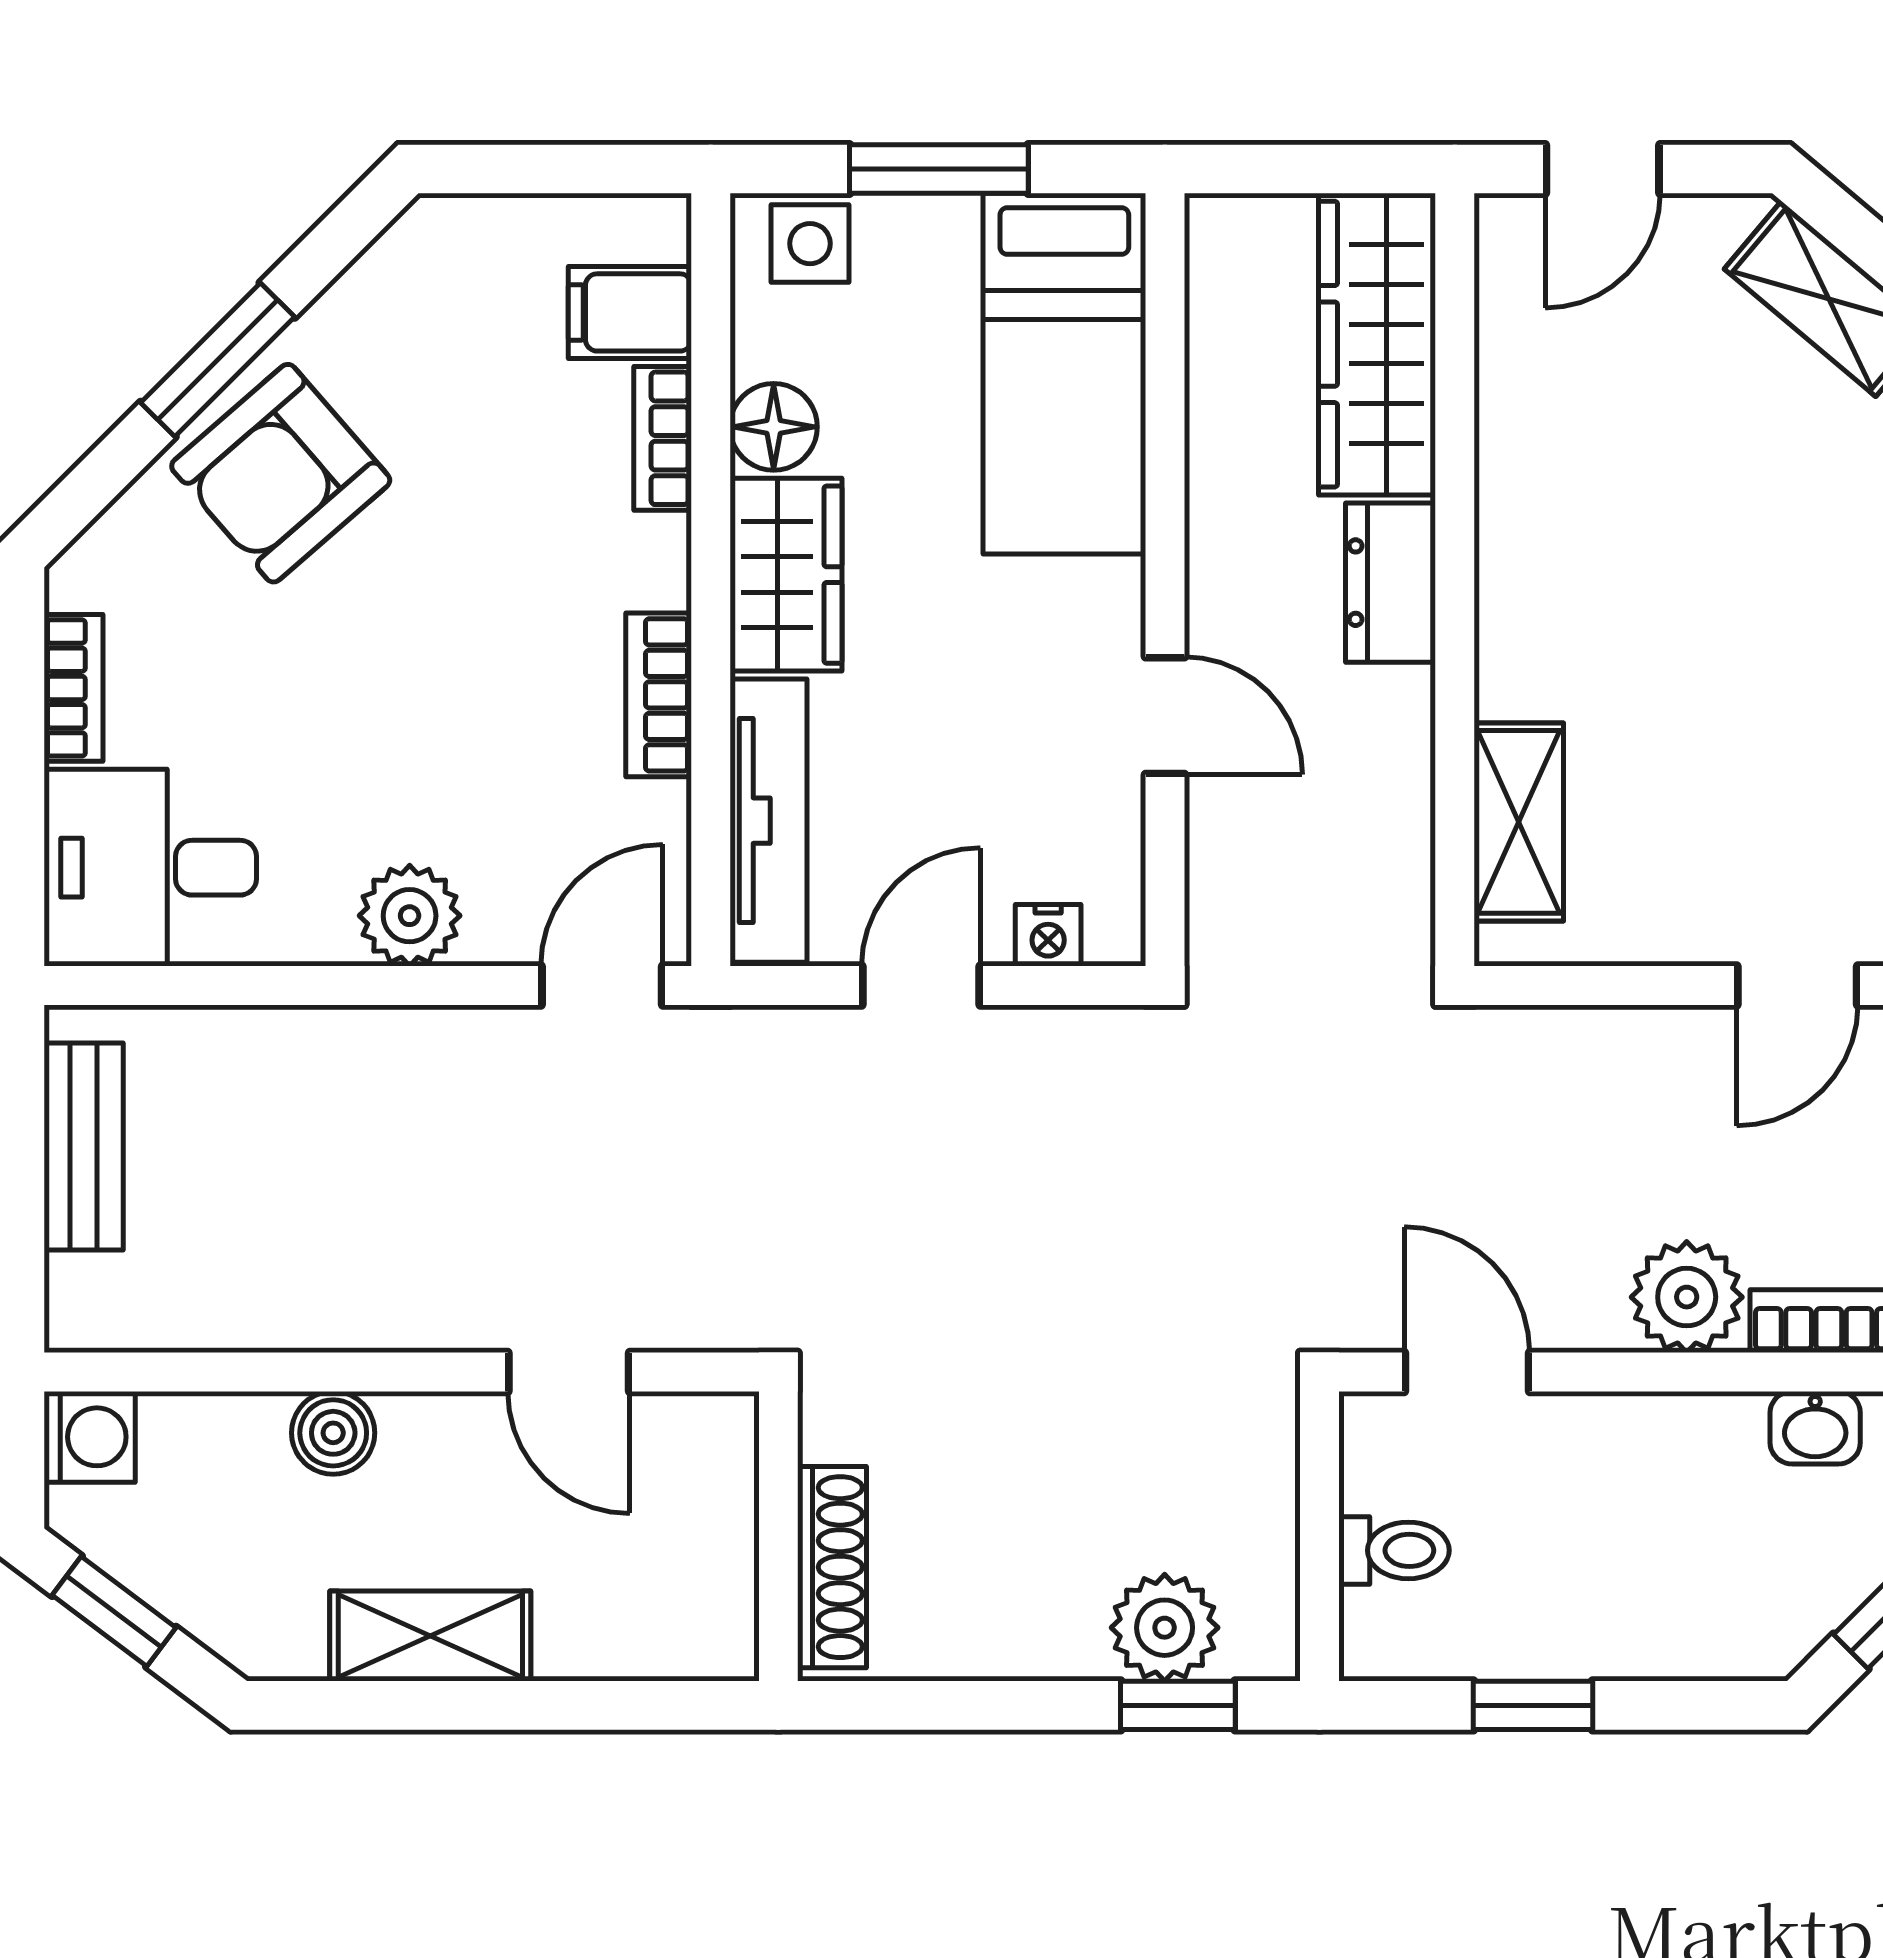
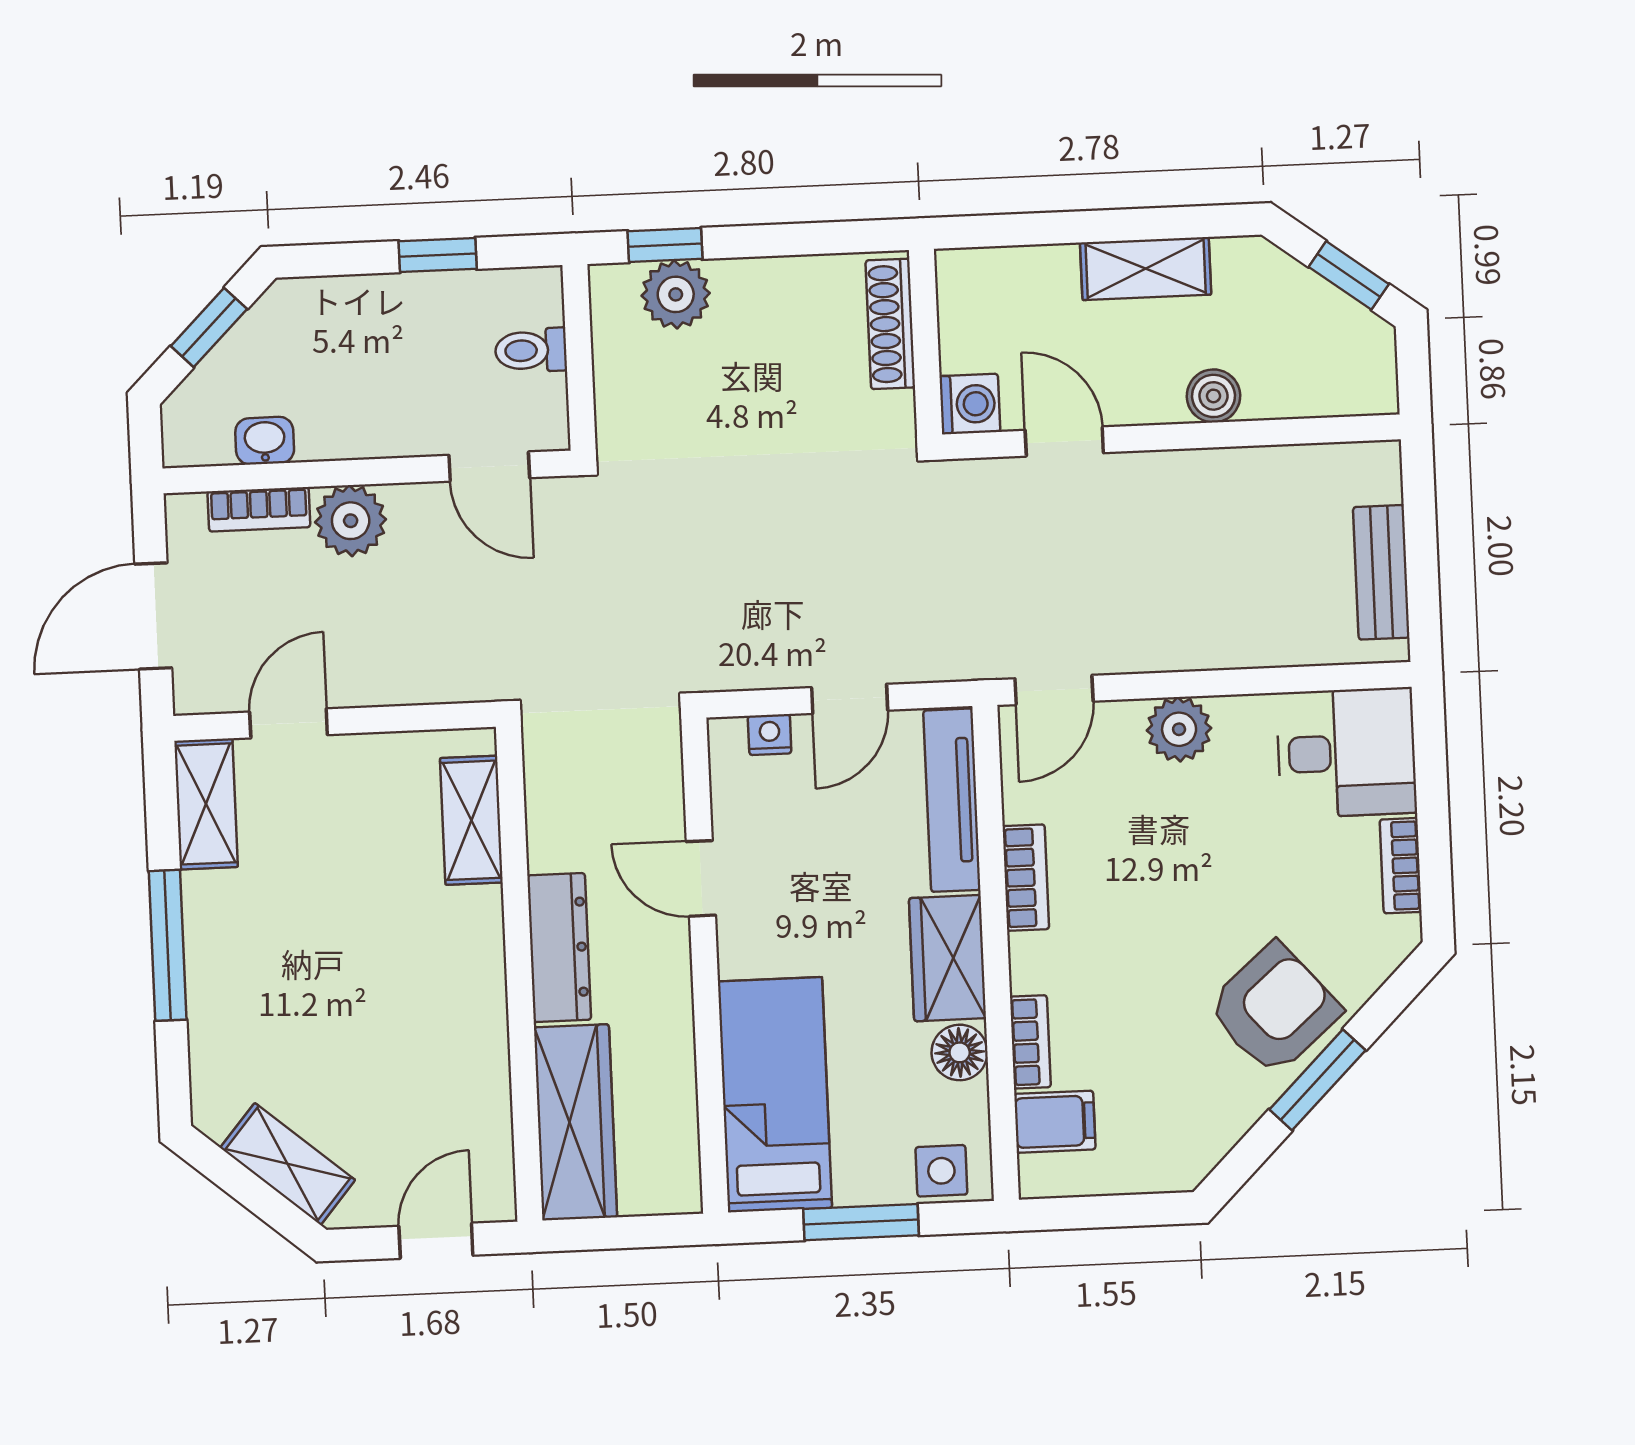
dresser: (1391, 583) -> (559, 948), width x1.44
washing machine: (90, 1437) -> (970, 404), moved, turned 180

